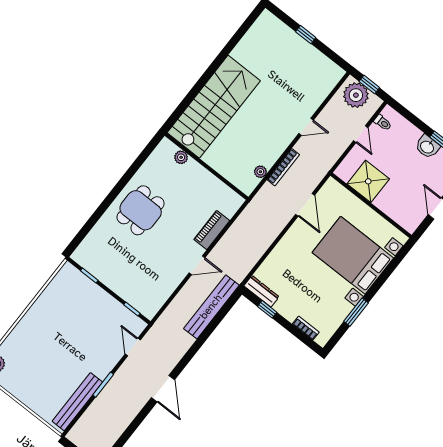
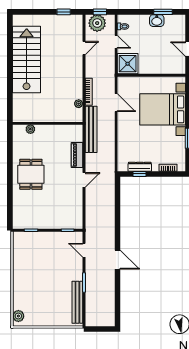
window: (306, 35) -> (64, 12), moved
stairs: (214, 107) -> (27, 60), moved
door: (306, 127) -> (84, 48), moved
shower: (368, 181) -> (128, 64), moved
dresser: (261, 291) -> (140, 167), moved
bench: (211, 307) -> (91, 129), moved

